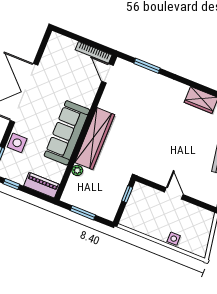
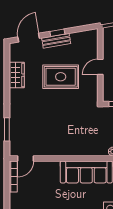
wardrobe: (95, 139) -> (82, 148), removed
rug: (180, 146) -> (61, 77), added

